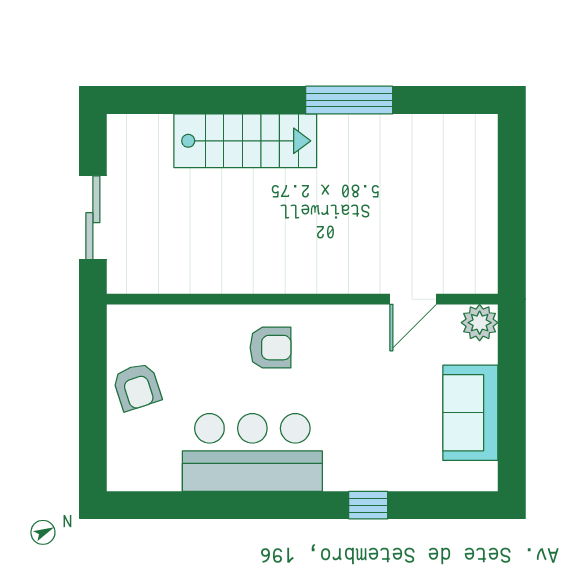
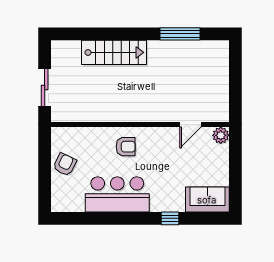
window: (349, 100) -> (180, 34), moved
armchair: (137, 387) -> (65, 164), turned -136
sofa: (470, 413) -> (207, 200), moved, turned 90

